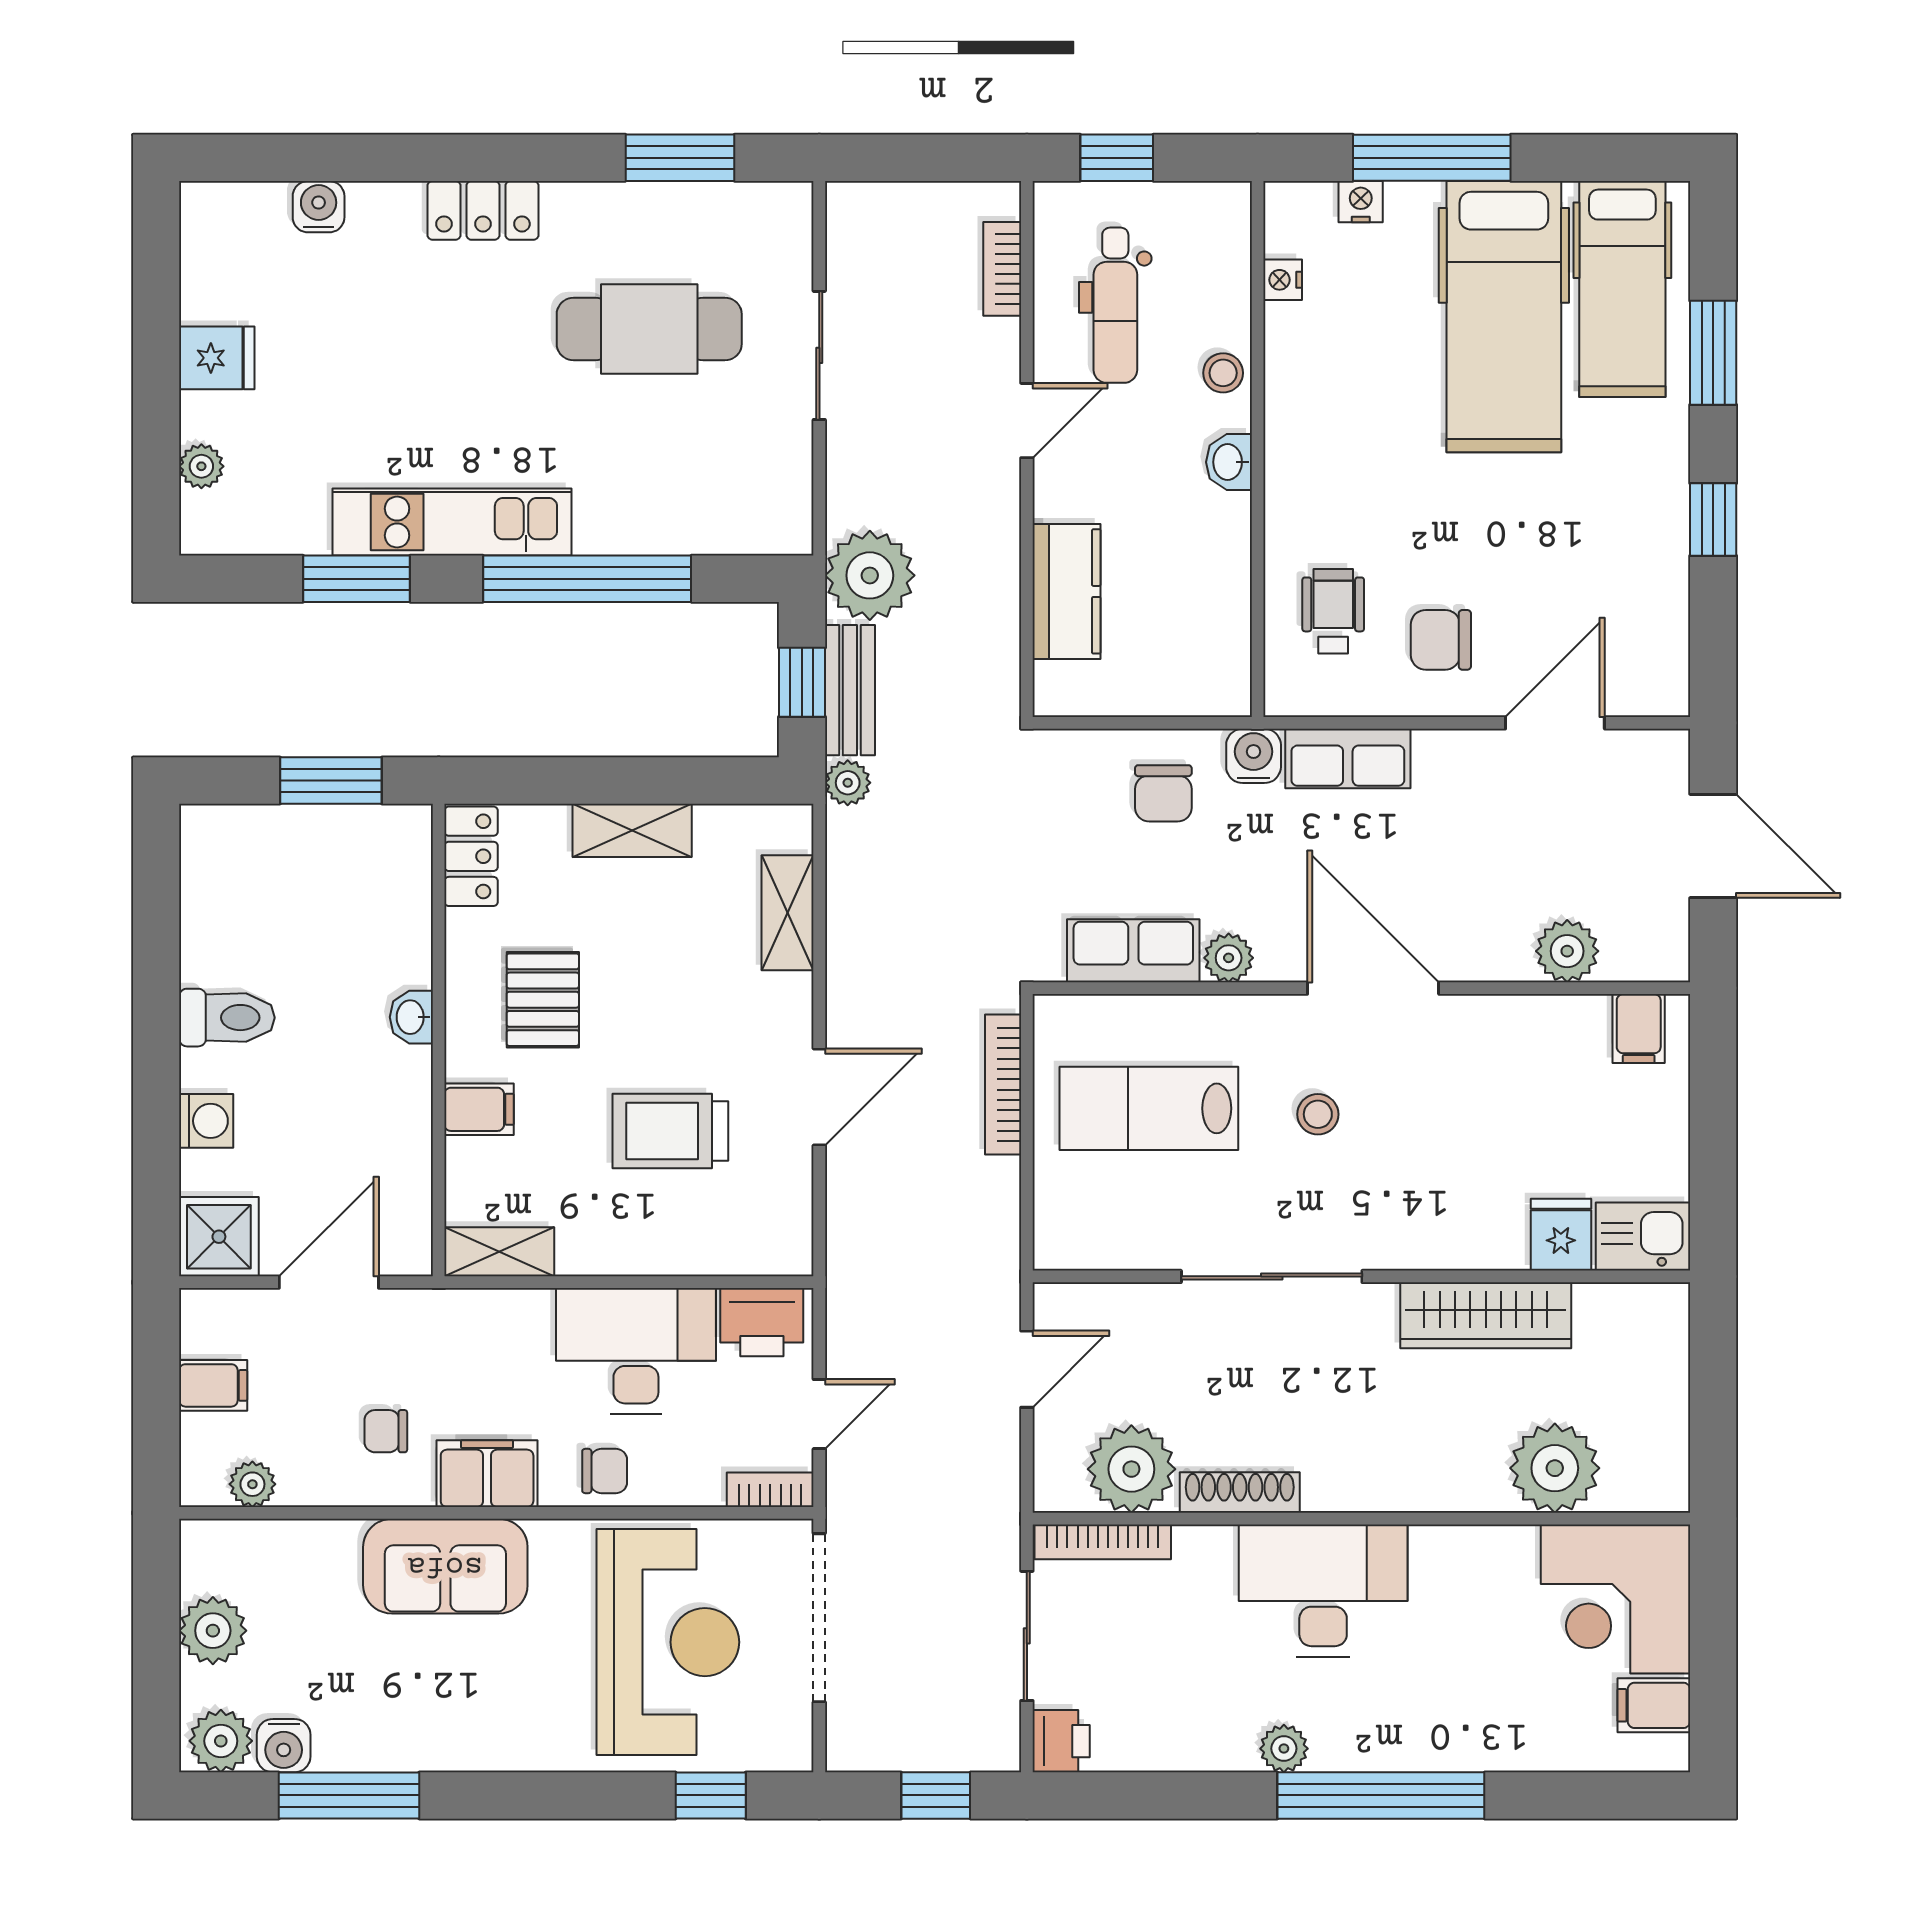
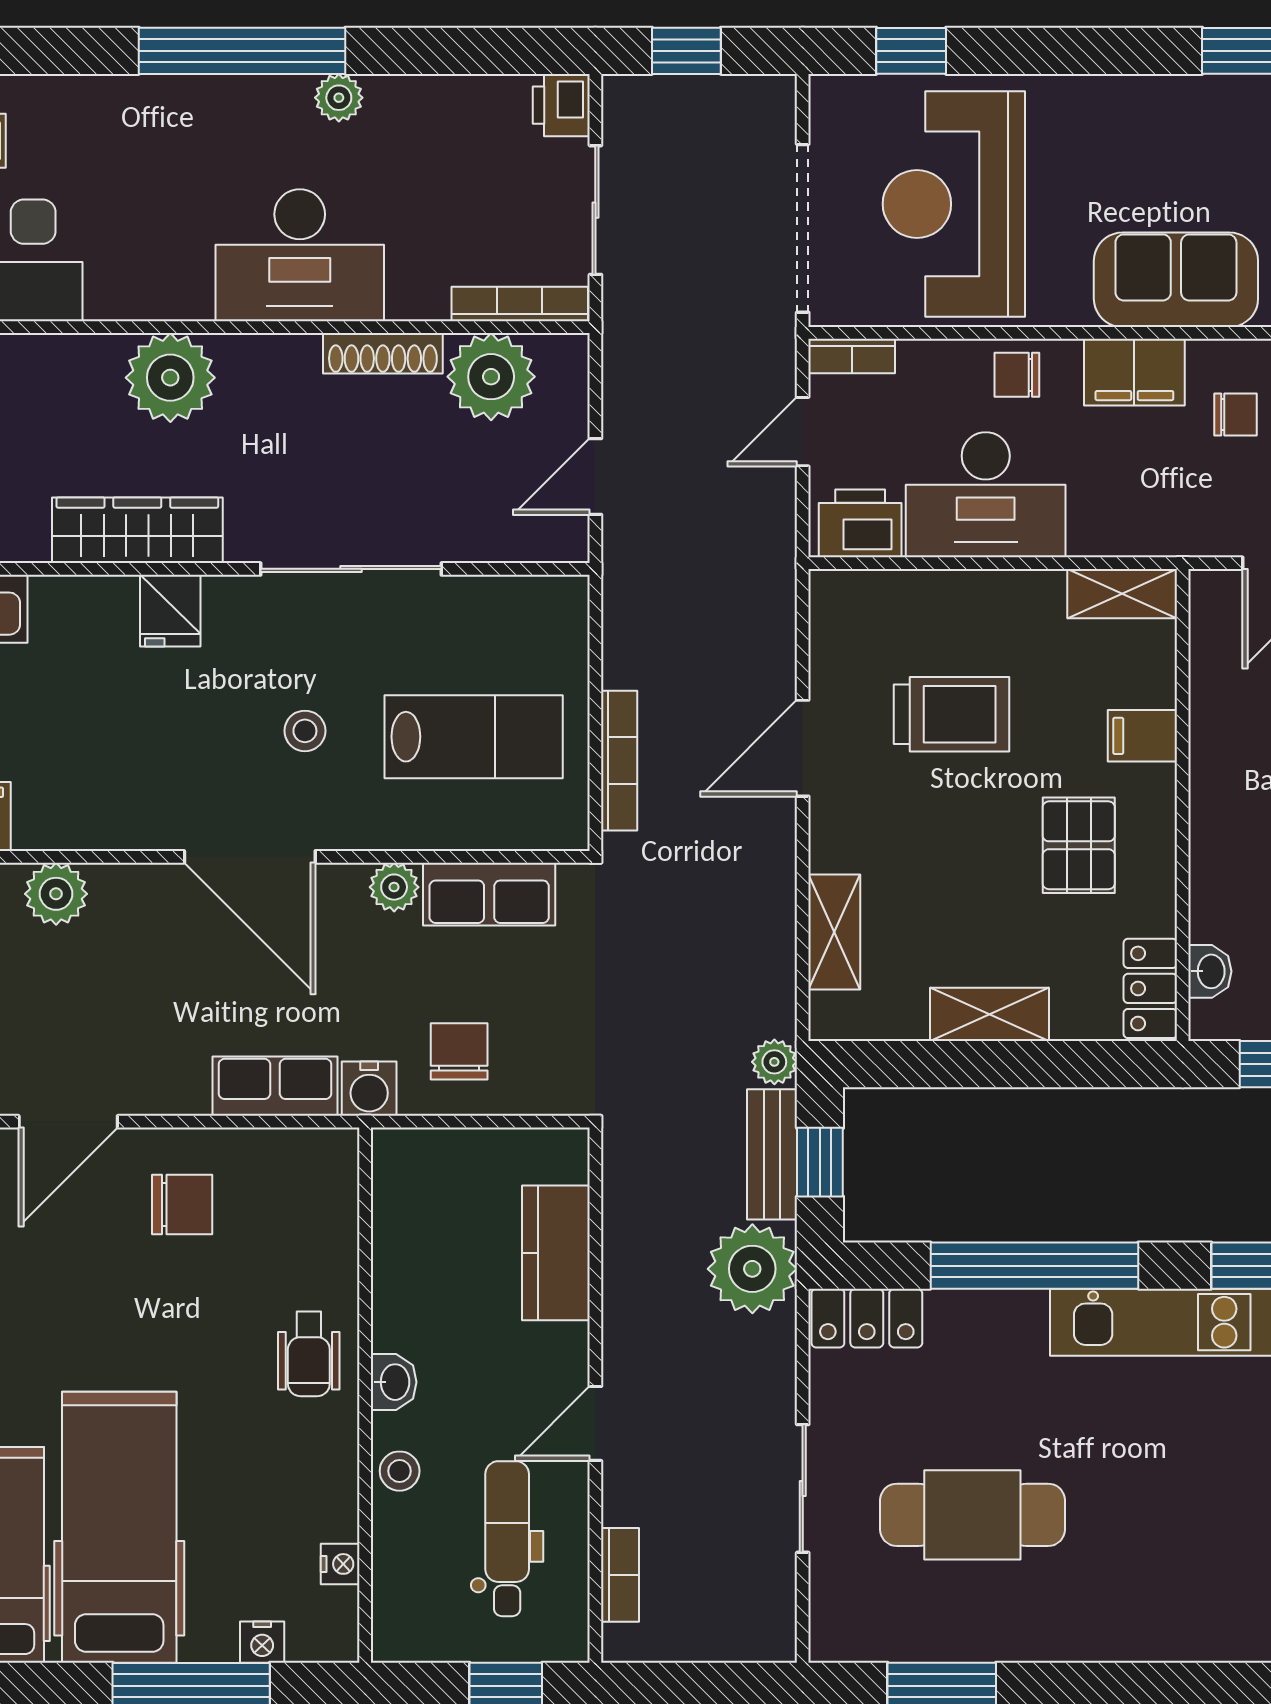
locker: (483, 210) -> (867, 1318), moved, turned 180
wheelchair: (1333, 611) -> (309, 1354), moved
washbasin: (411, 1017) -> (1210, 971), moved
fridge: (1561, 1235) -> (170, 611), moved
plant: (1555, 1468) -> (170, 378), moved

